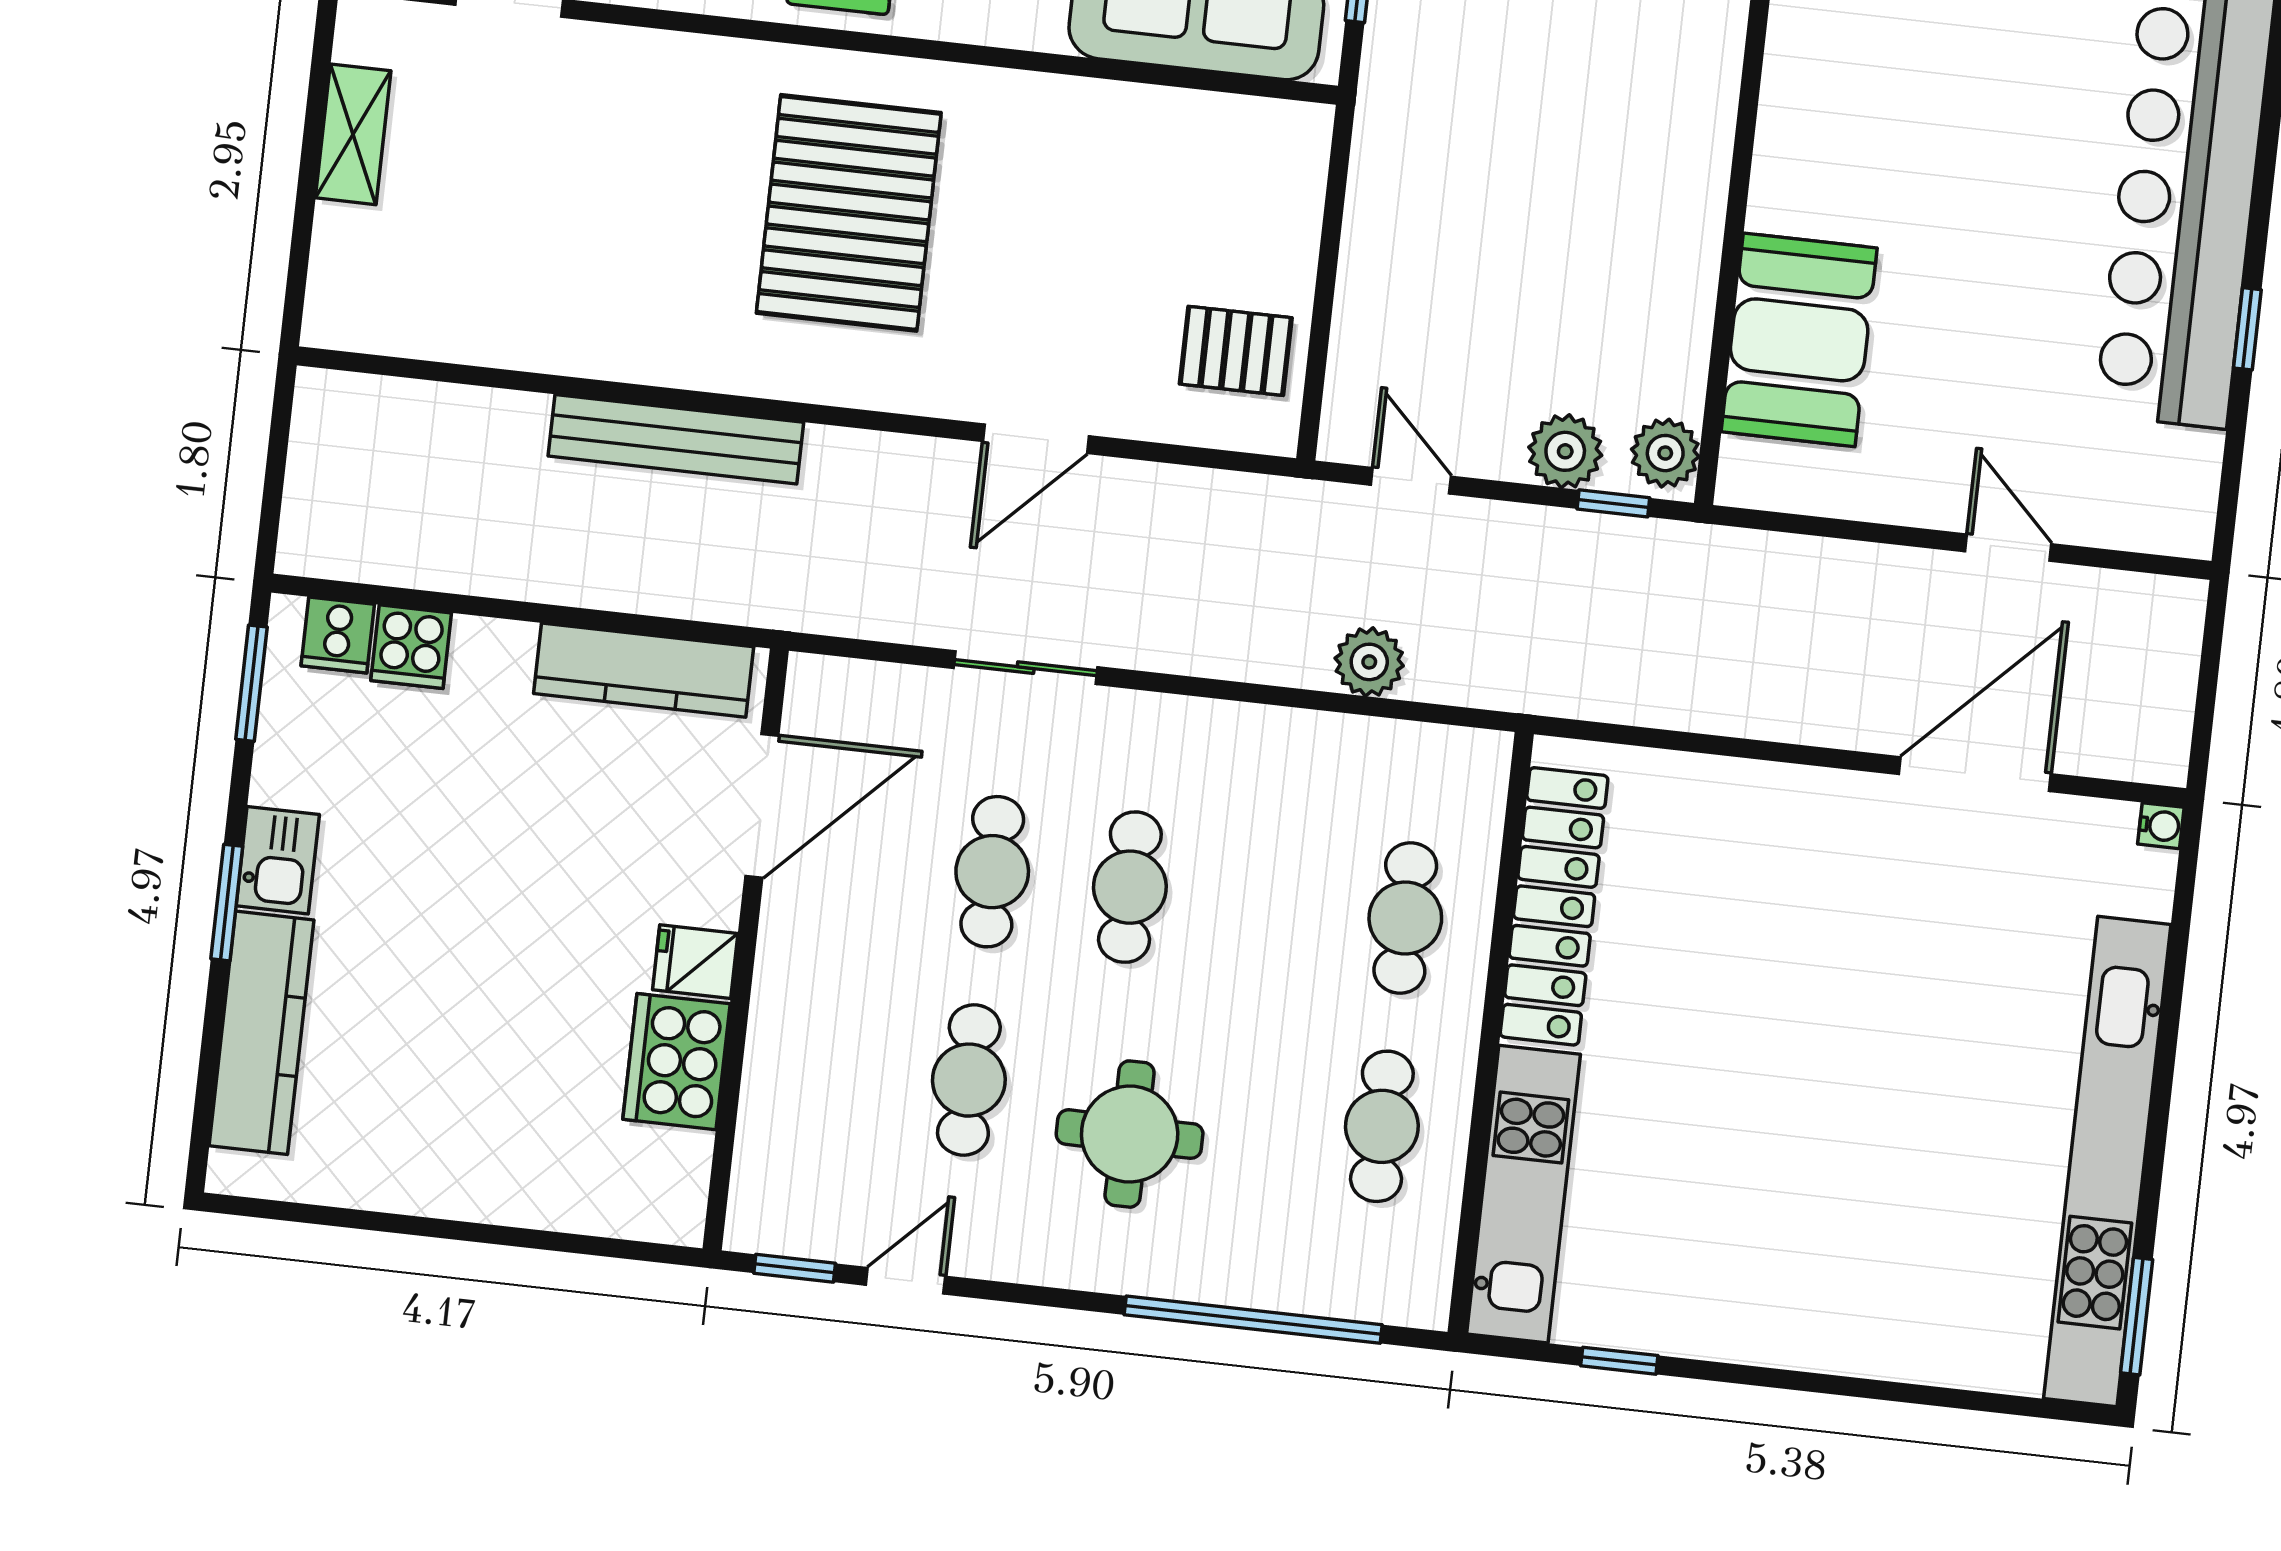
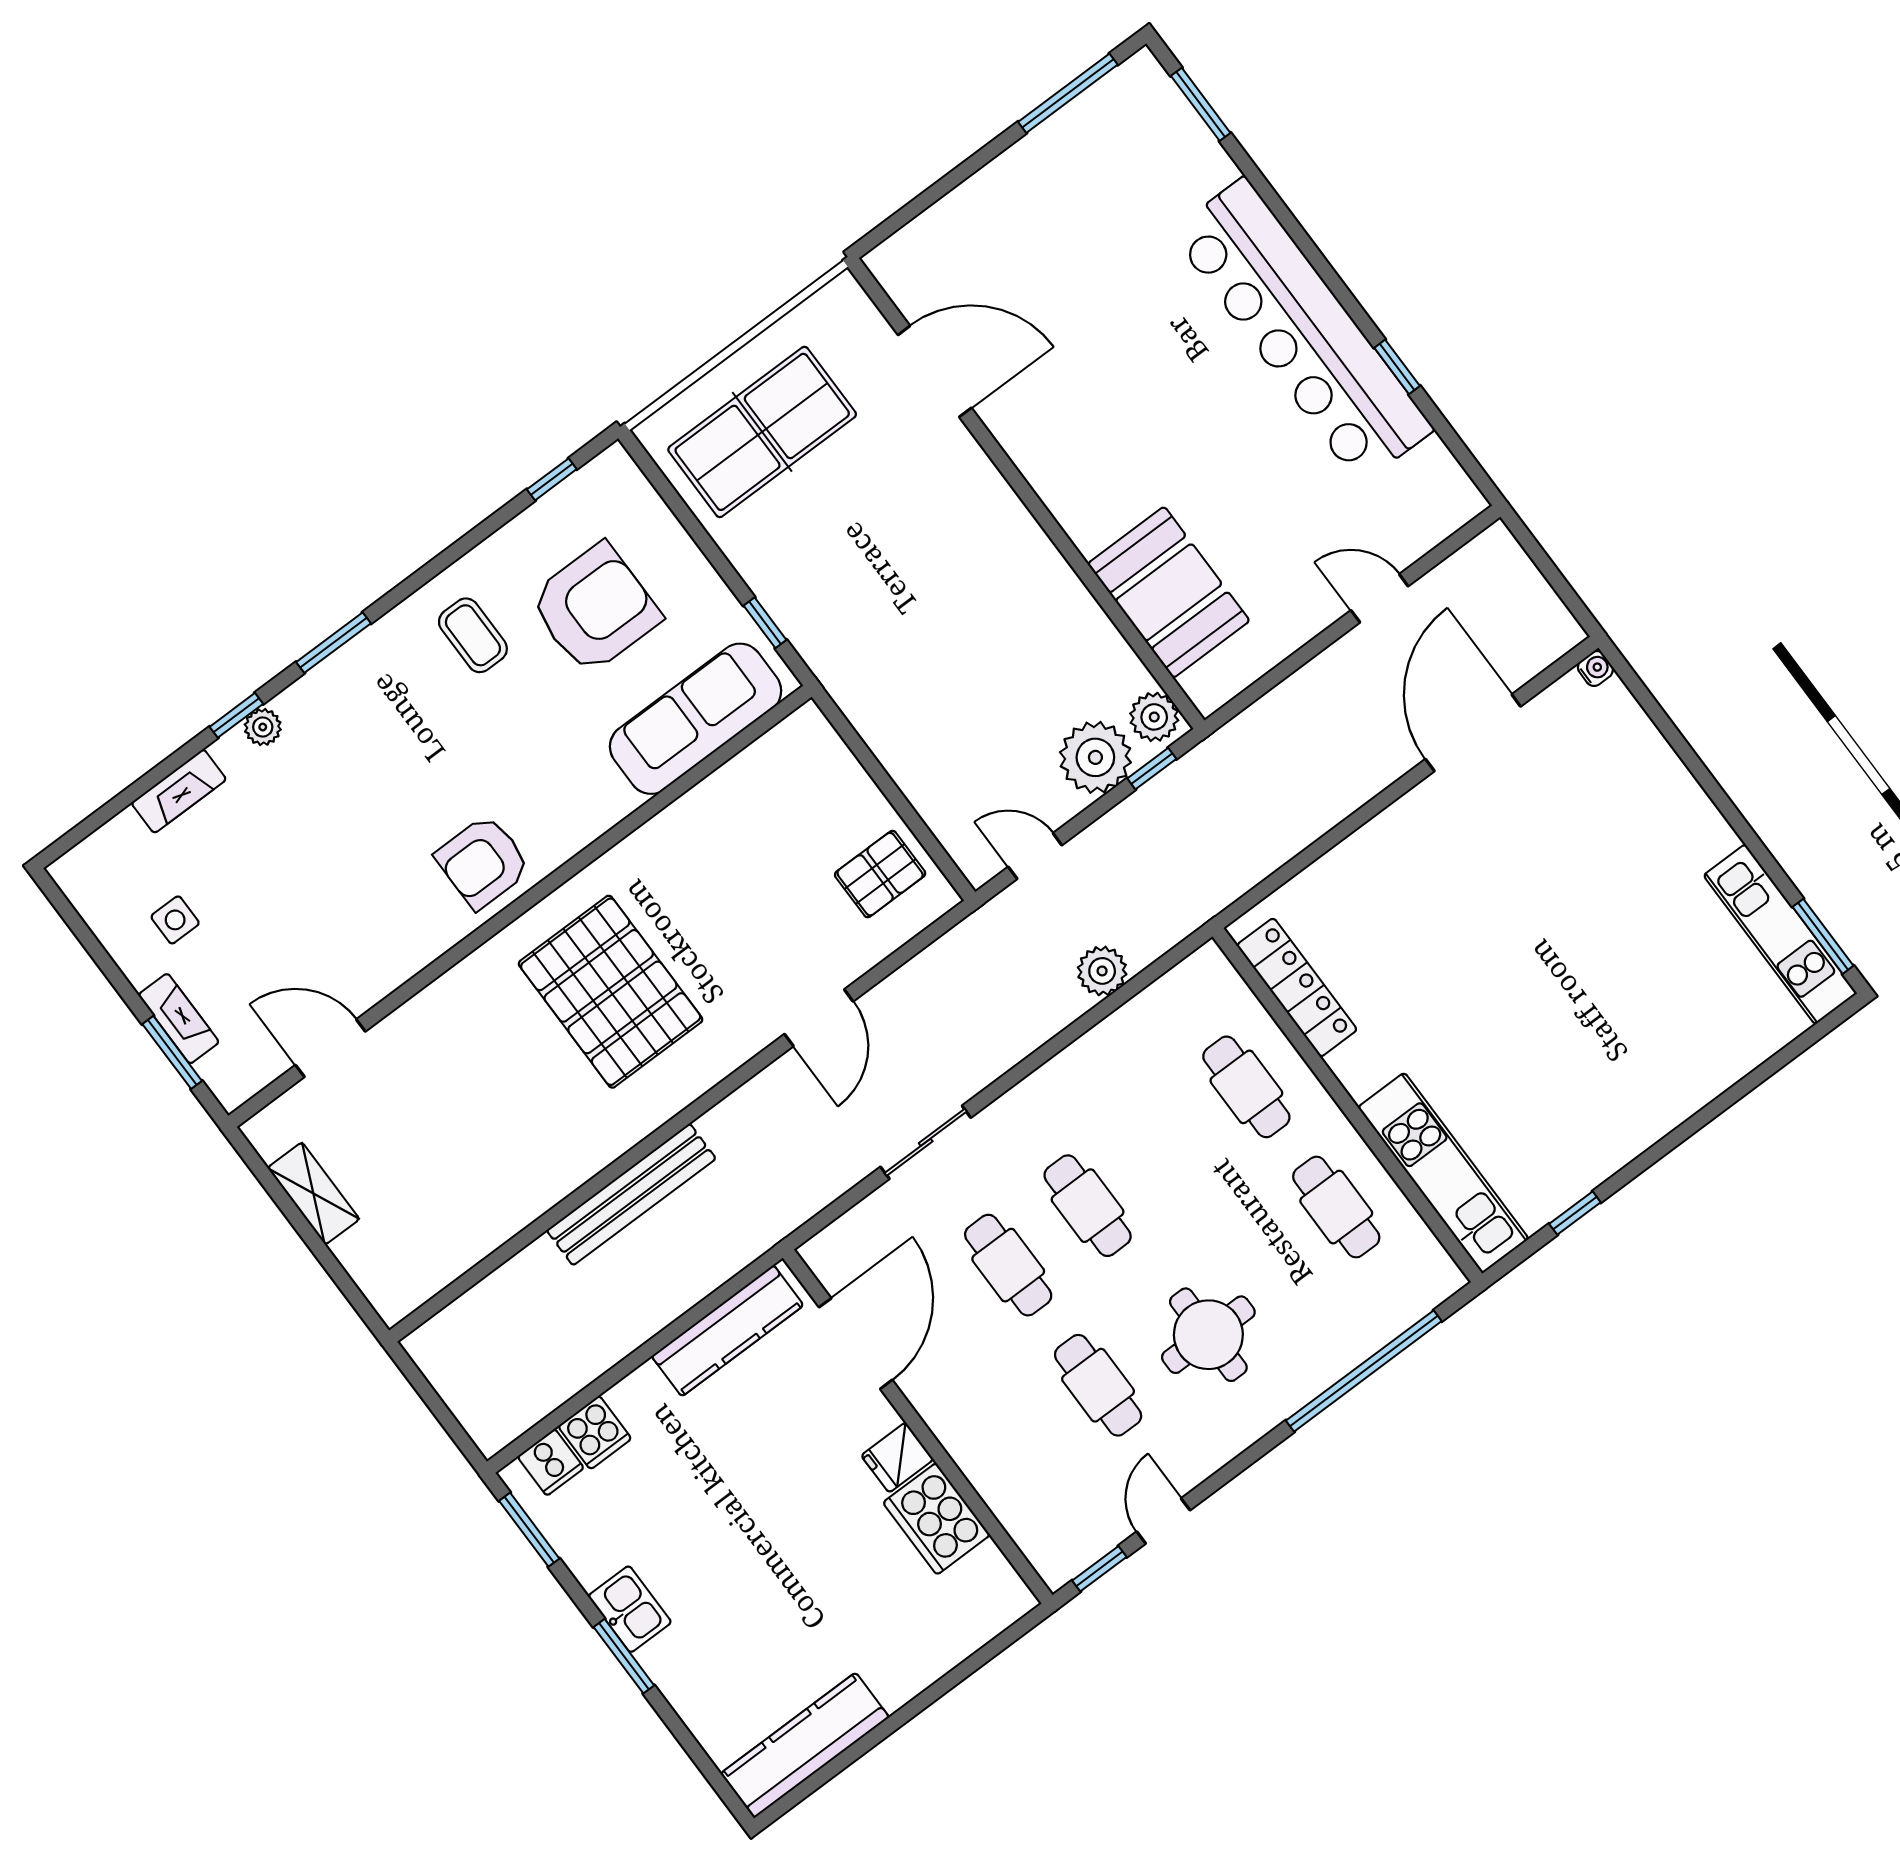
plant: (1565, 451) -> (1095, 757), width x1.36, depth x1.36
locker: (1554, 906) -> (1297, 987), width x0.71, depth x0.83
kitchen counter: (261, 1033) -> (805, 1745), moved, turned -90
kitchen unit: (2107, 1162) -> (1780, 934), width x0.54

